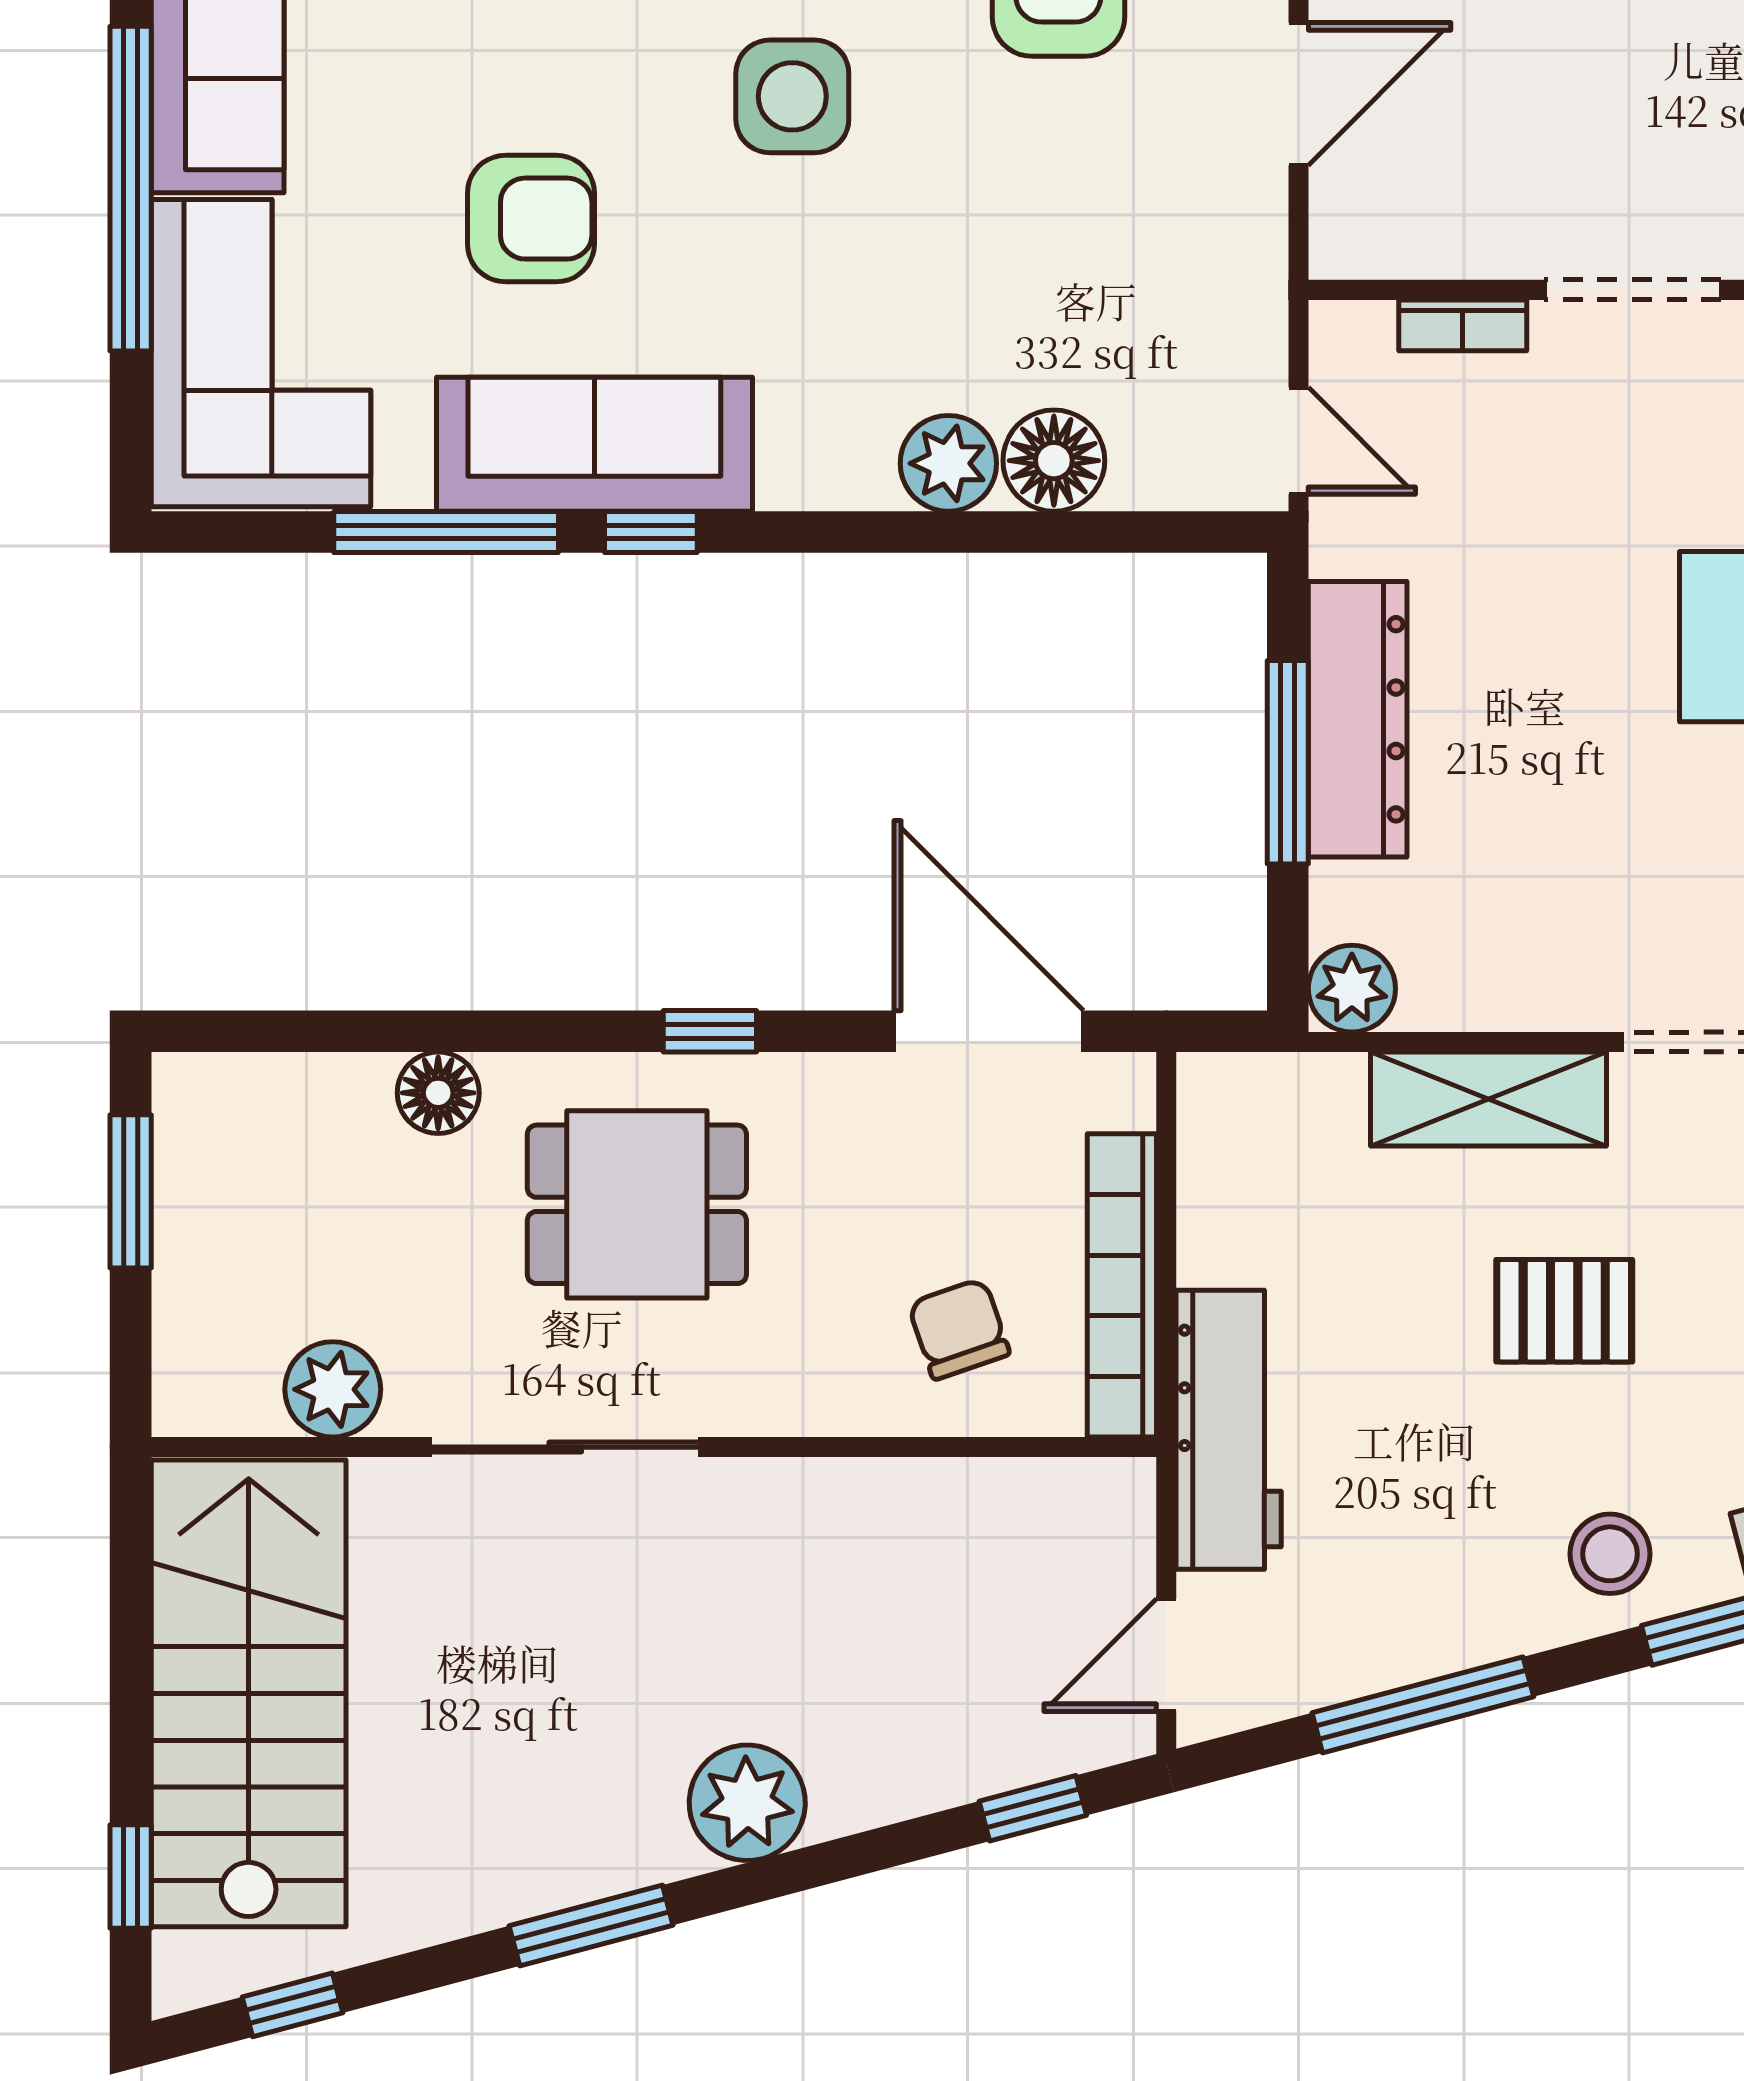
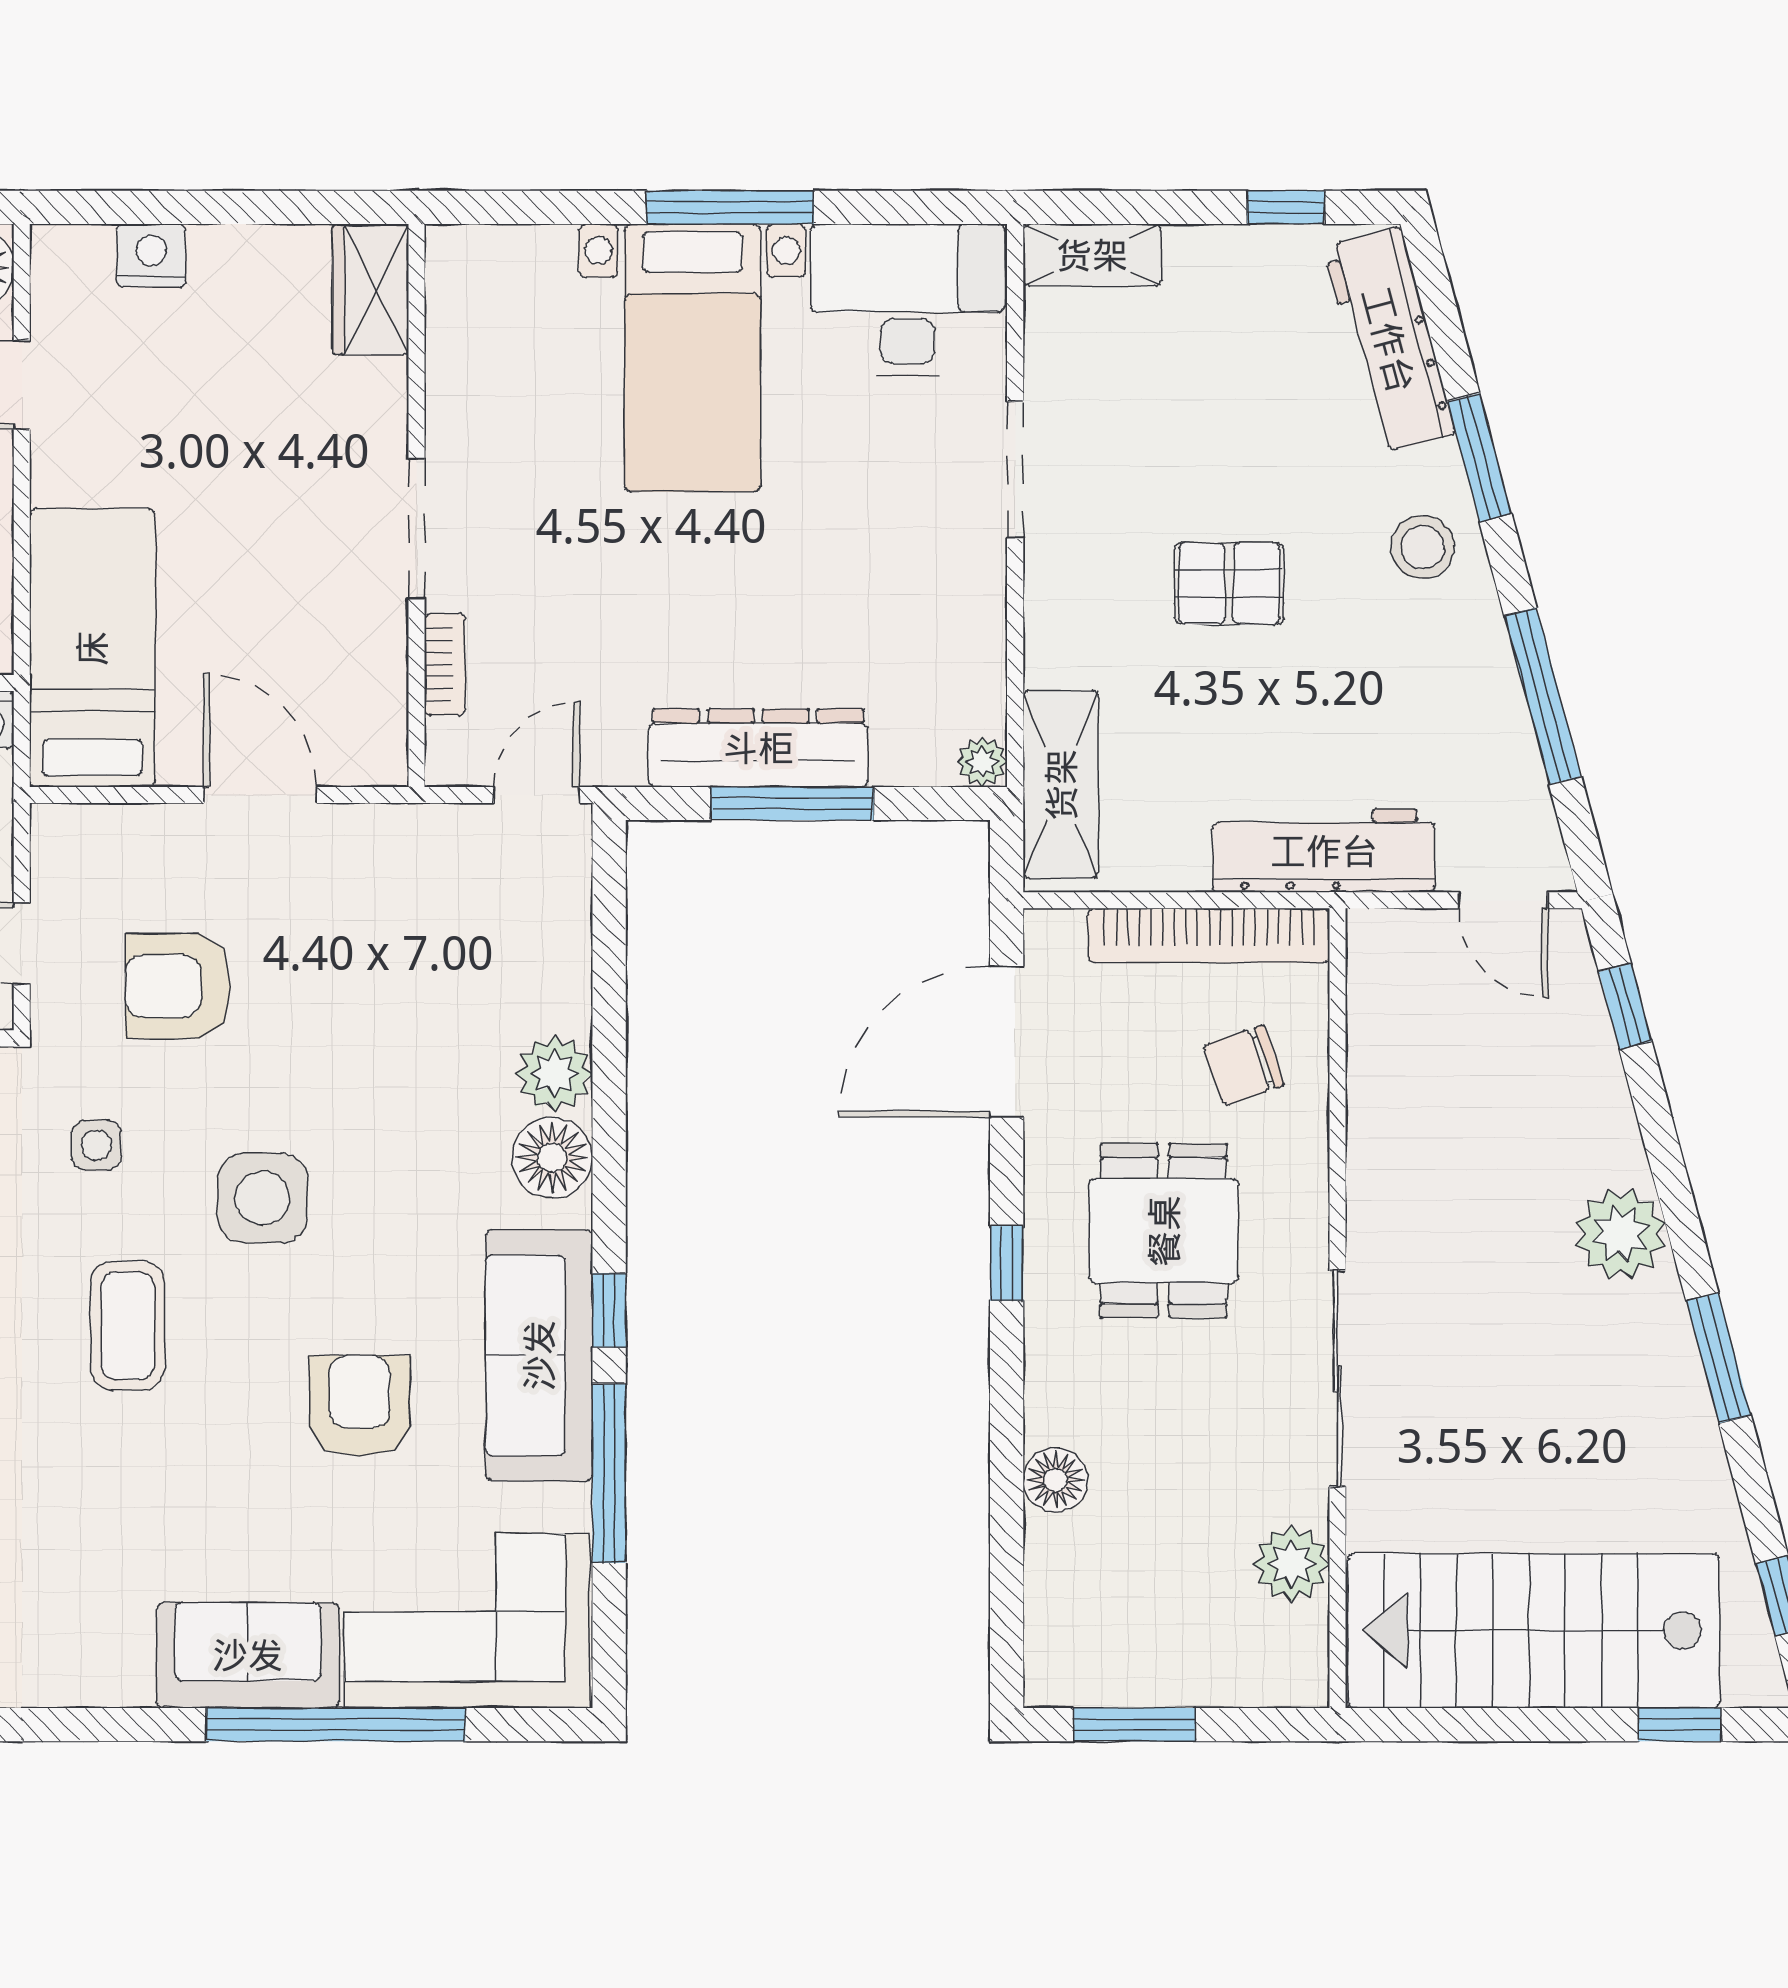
floor lamp: (1054, 461) -> (552, 1158), moved
plant: (1352, 989) -> (982, 762), width x0.73, depth x0.73
shelving: (1488, 1099) -> (1061, 785), moved
dining table: (637, 1204) -> (1164, 1231), moved
pallet: (1564, 1311) -> (1229, 583), turned 90

